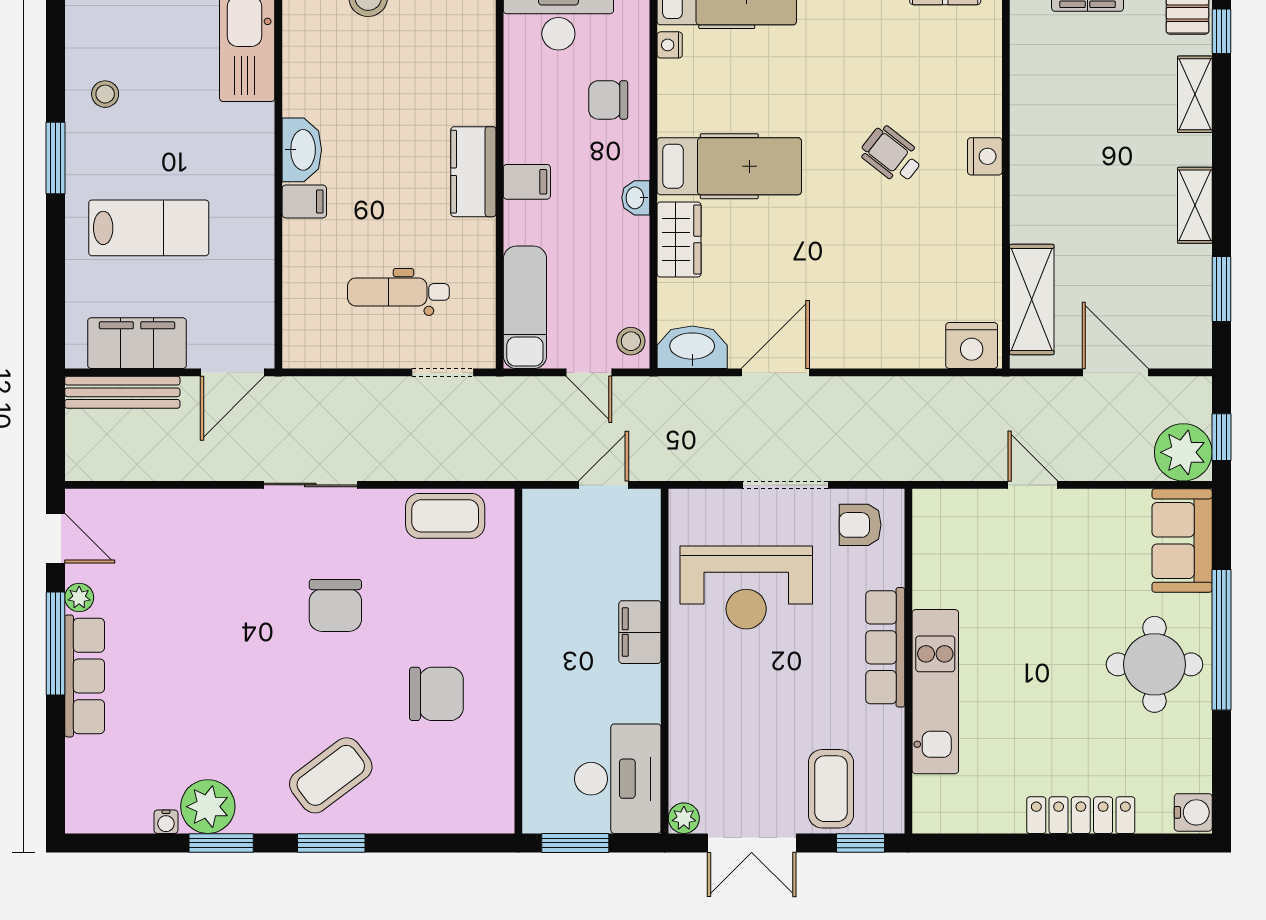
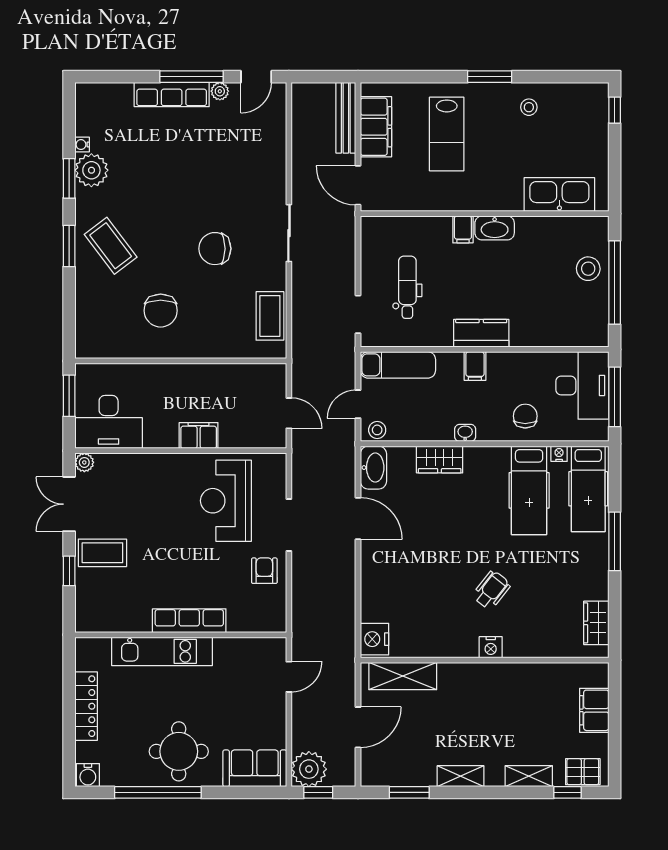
hospital bed: (729, 166) -> (529, 490), moved
window: (1221, 640) -> (158, 792), moved
row of seats: (885, 647) -> (189, 621), moved
wall: (908, 661) -> (181, 635), moved
kitchen unit: (935, 692) -> (162, 651), moved

